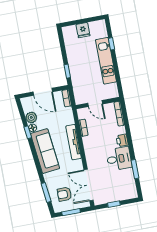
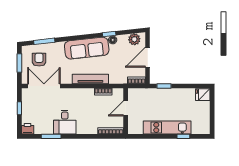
fridge: (83, 30) -> (203, 95), moved
plant: (31, 117) -> (134, 39), moved
printer: (122, 140) -> (28, 129), moved

